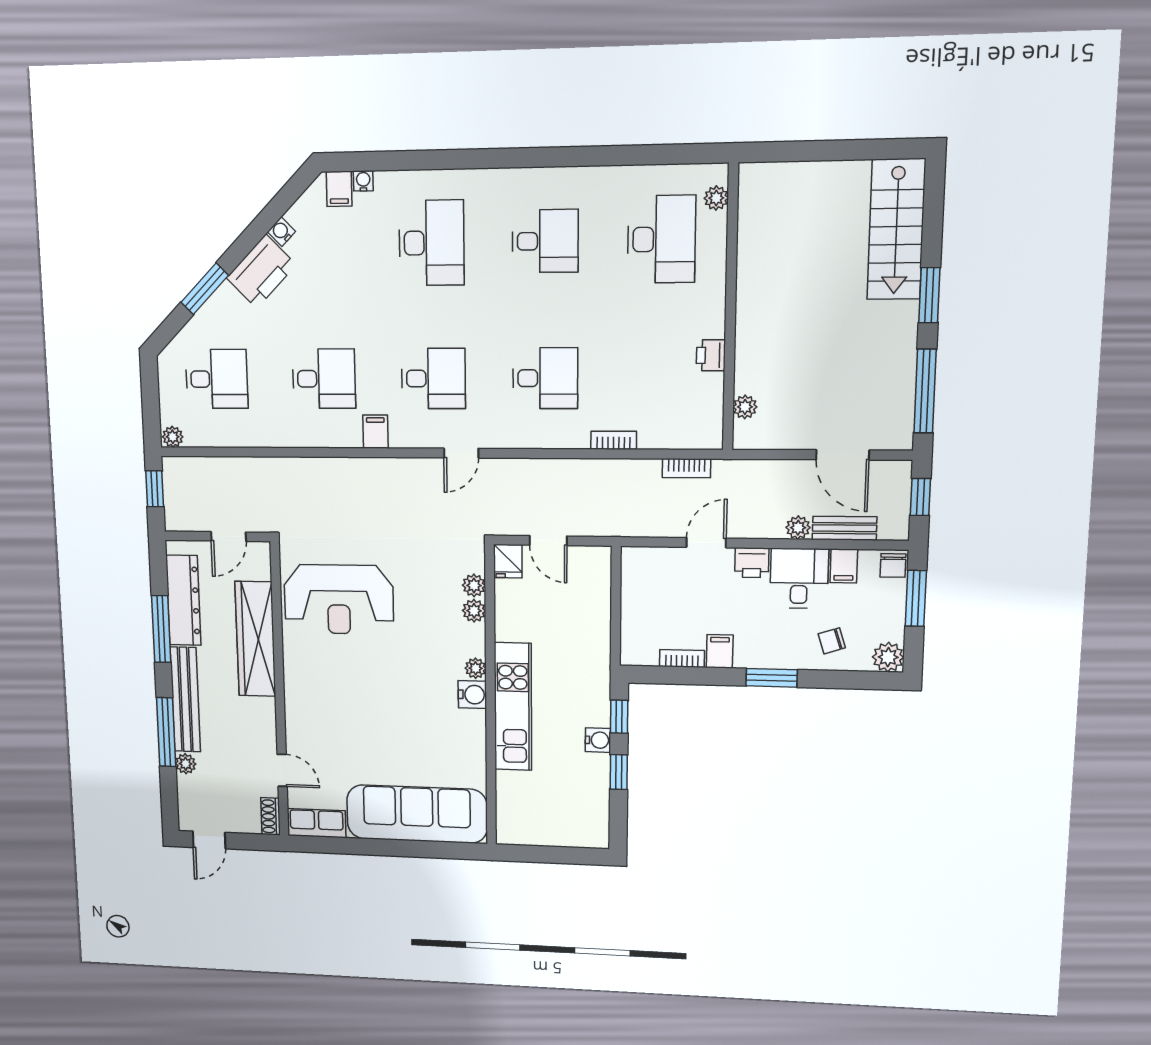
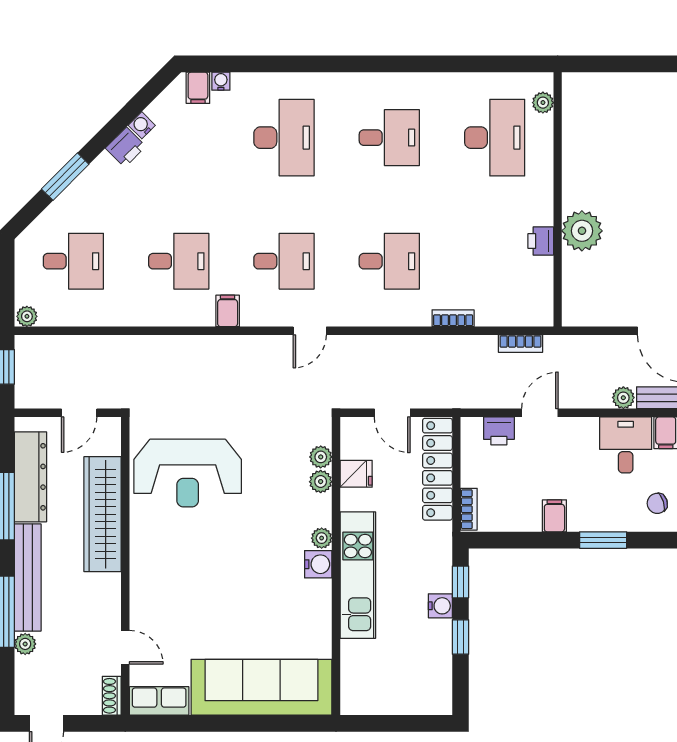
printer: (261, 271) -> (126, 147), width x0.53, depth x0.68
plant: (745, 407) -> (582, 231), moved, width x1.88, depth x1.88
fridge: (508, 561) -> (356, 474), moved, turned -90
printer: (752, 563) -> (499, 431), moved
locker: (596, 600) -> (437, 469), added
bookcase: (682, 658) -> (469, 509), moved, turned 90

